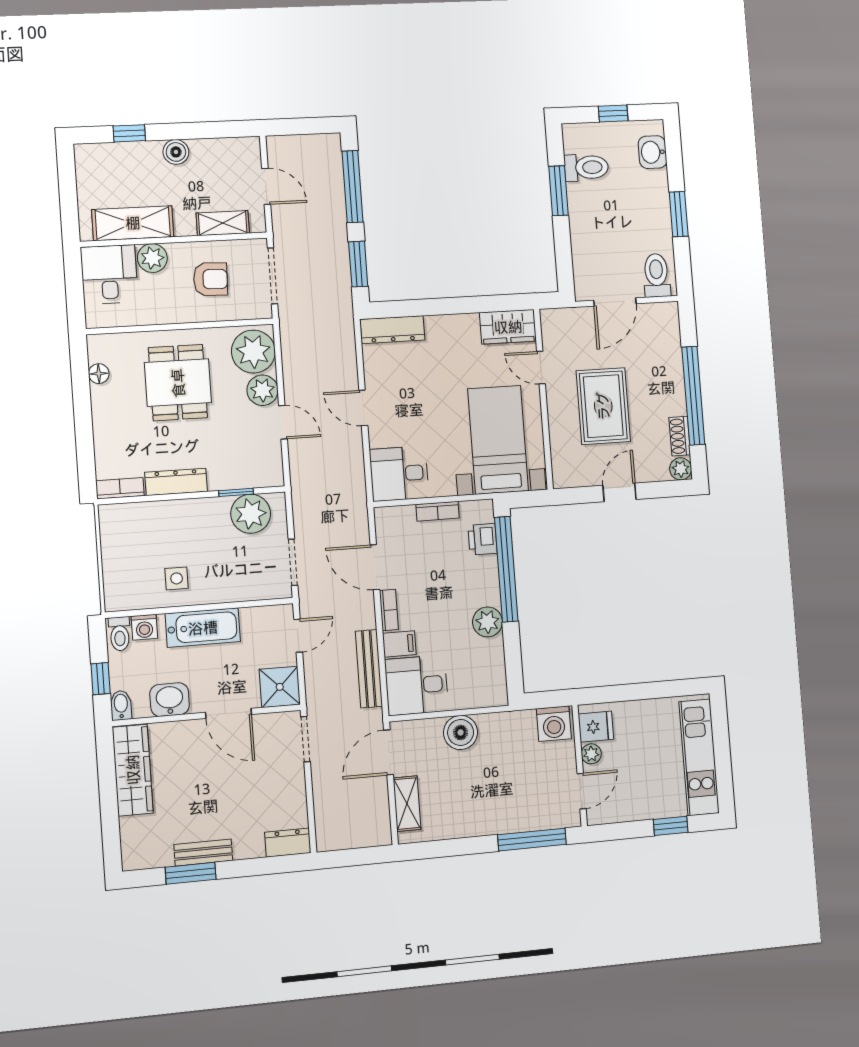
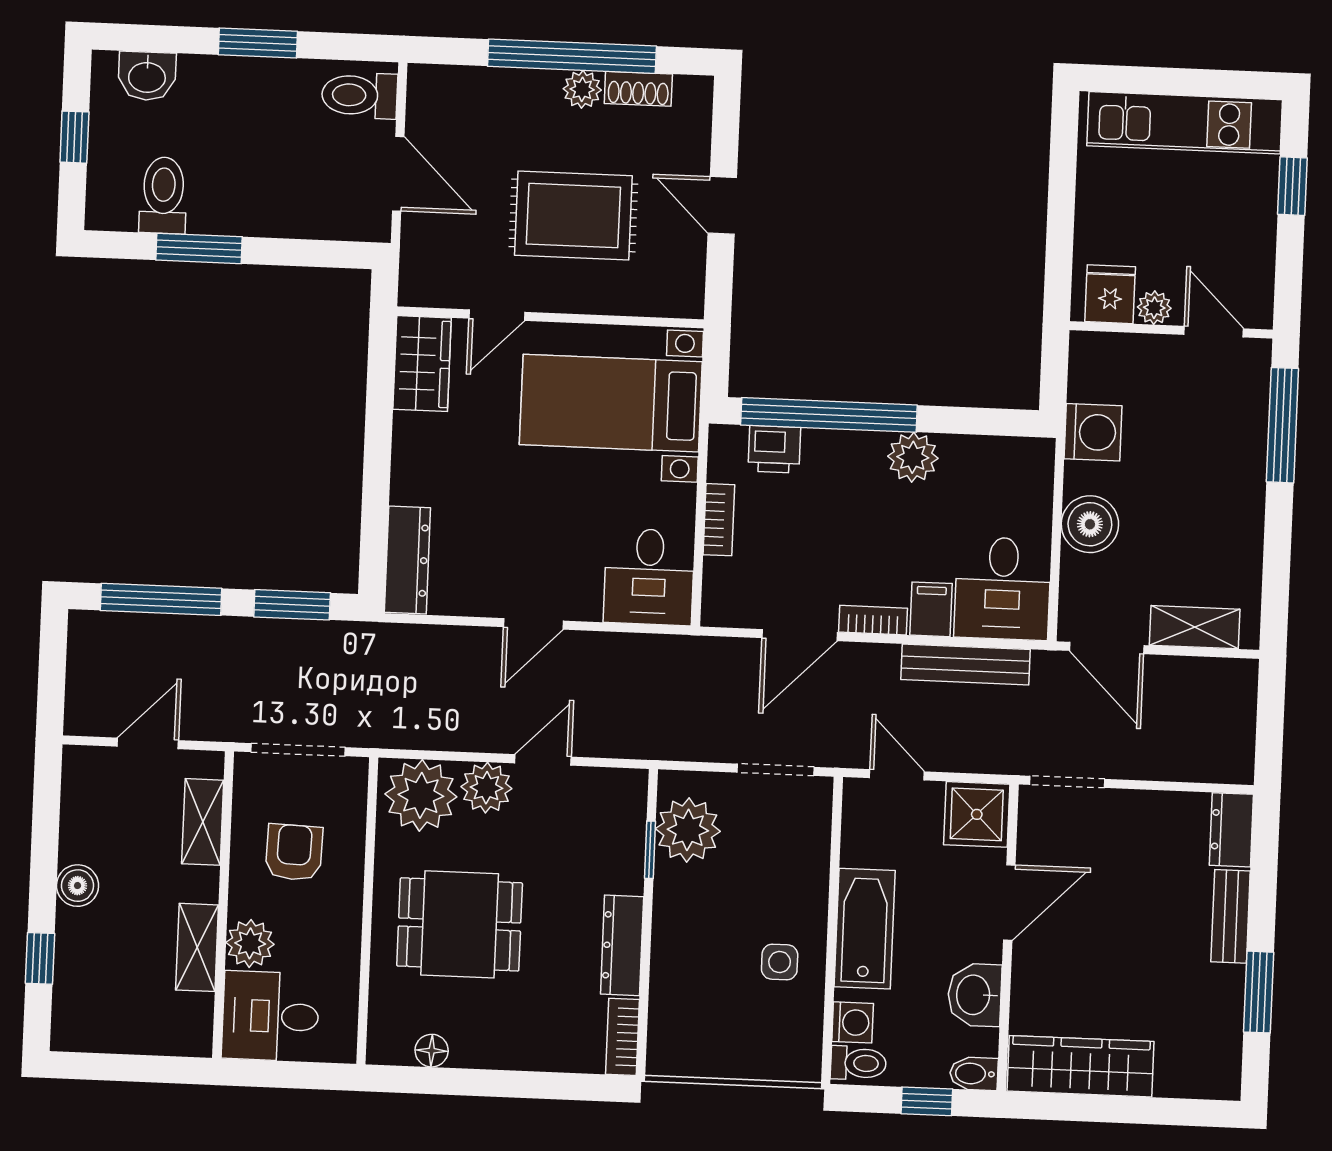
shelving: (133, 223) -> (197, 947), width x0.67, depth x0.75
plant: (681, 469) -> (582, 89), moved
washing machine: (554, 724) -> (1093, 432), moved
bench: (203, 853) -> (1231, 916), moved

